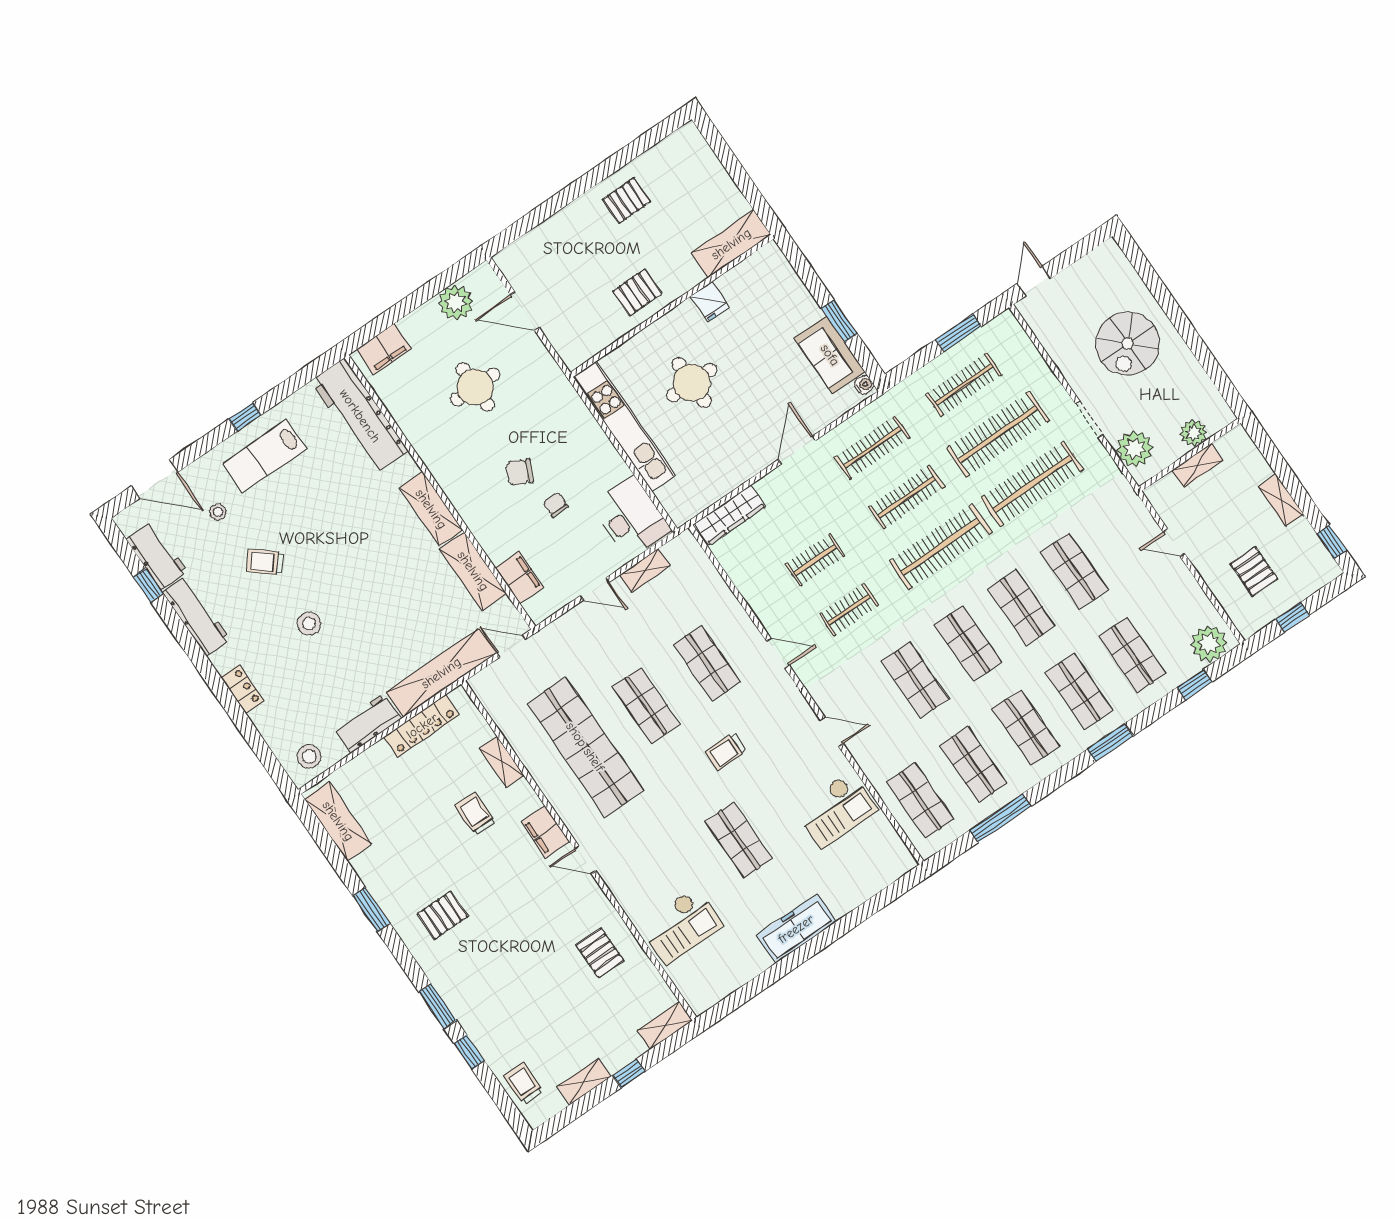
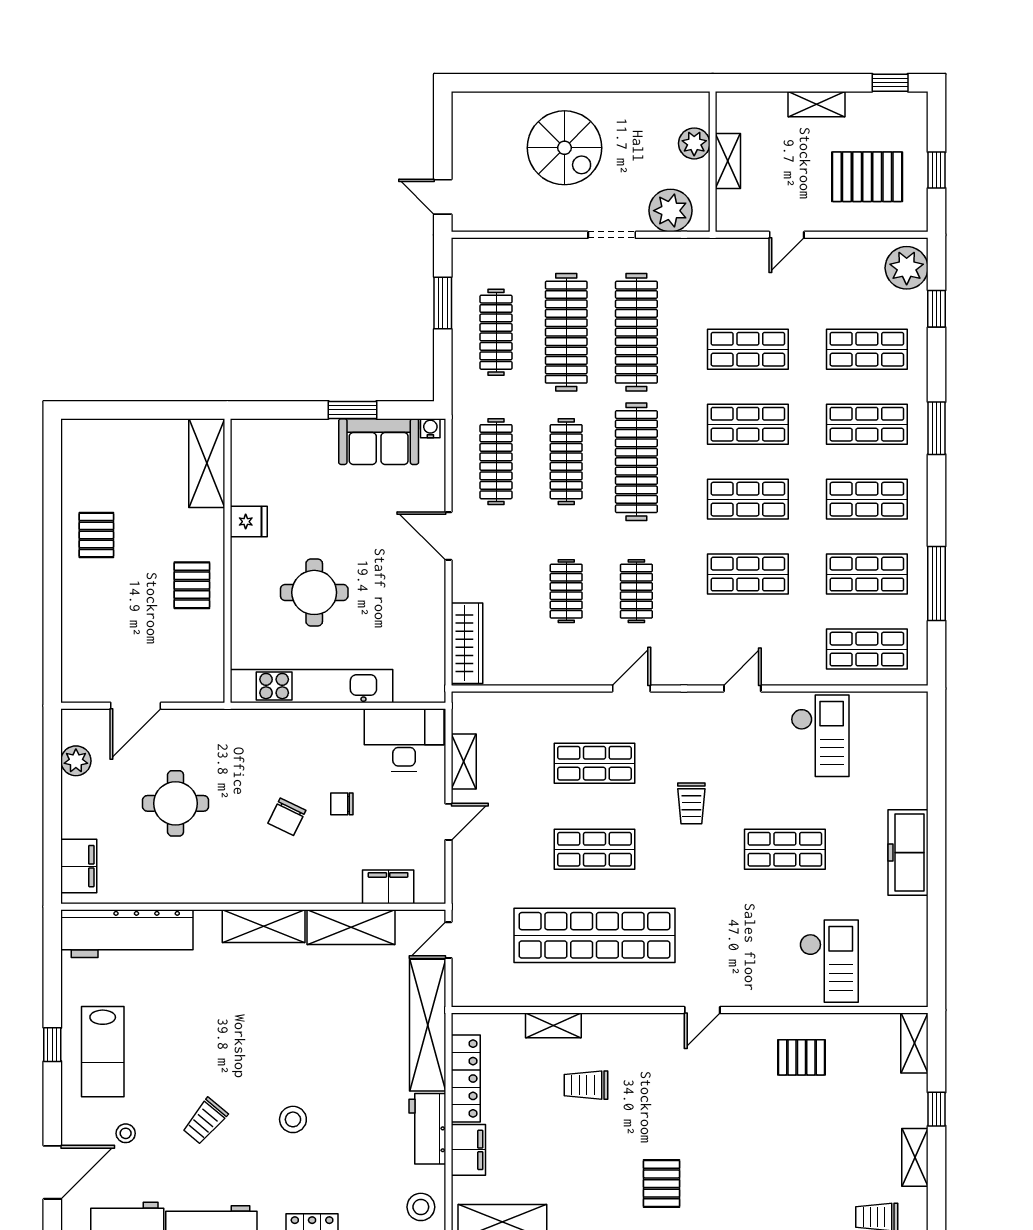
plant: (456, 302) -> (76, 761), width x0.73, depth x0.73
pallet: (1254, 571) -> (867, 177), width x1.50, depth x1.42
filing cabinet: (545, 832) -> (468, 1150), moved, turned -90

